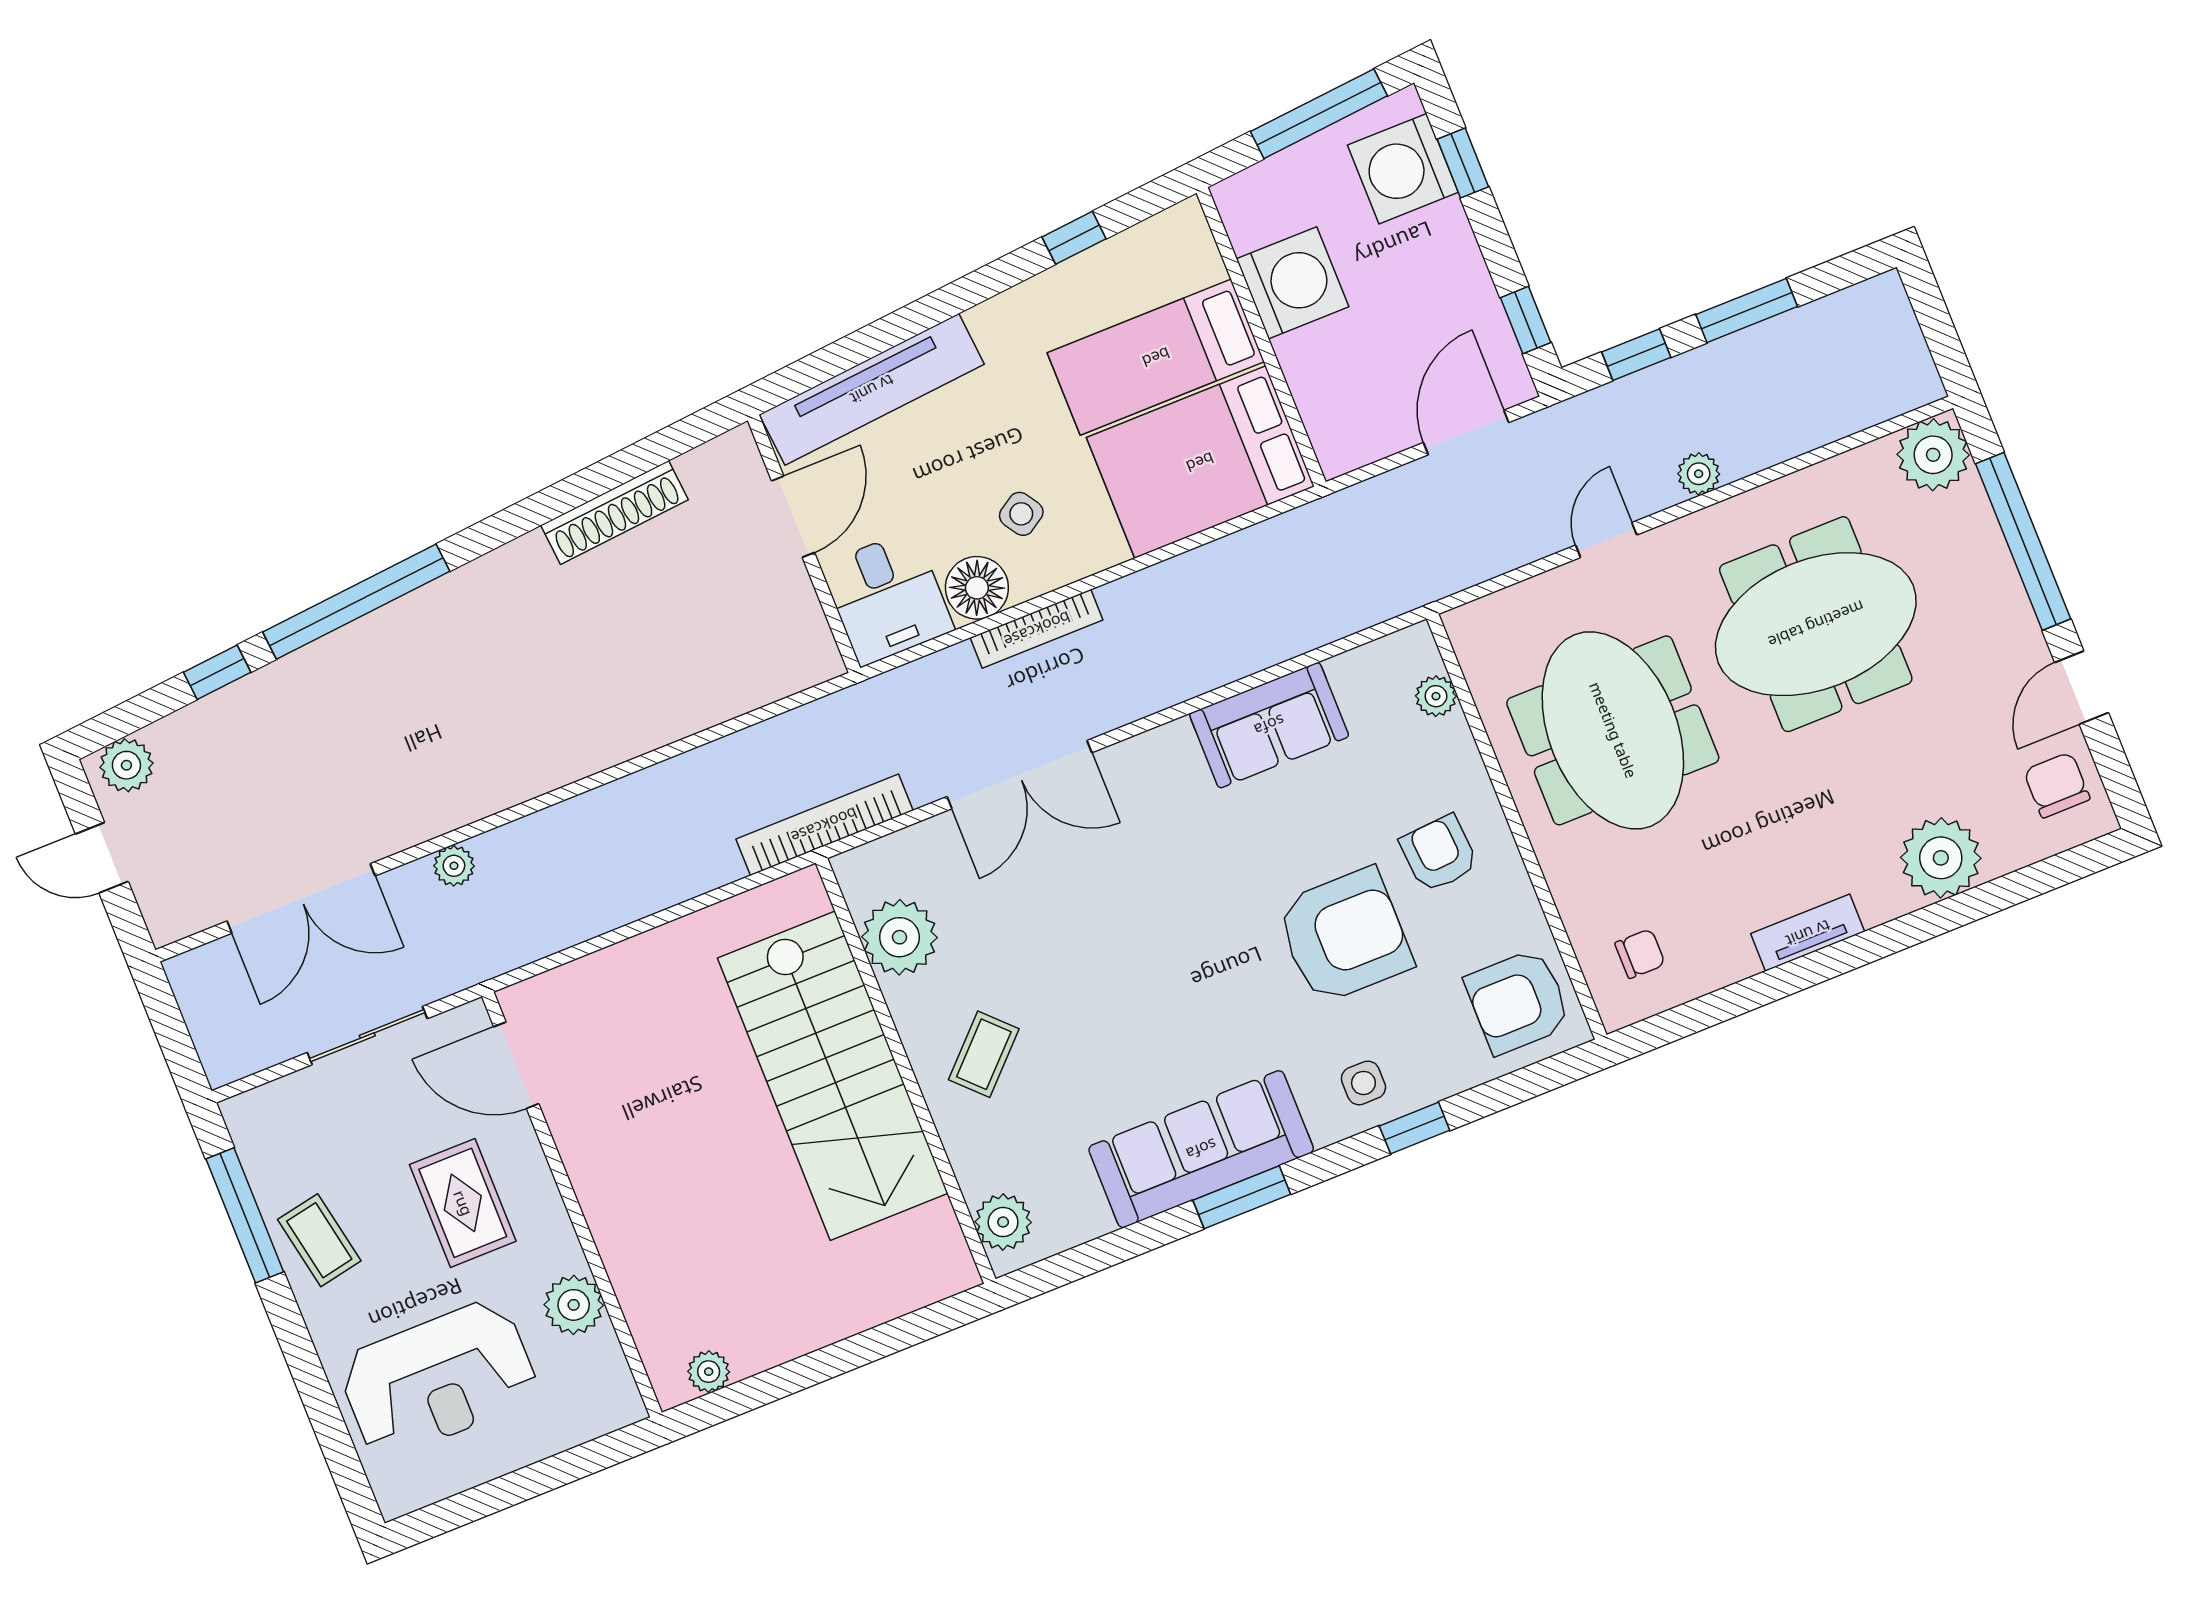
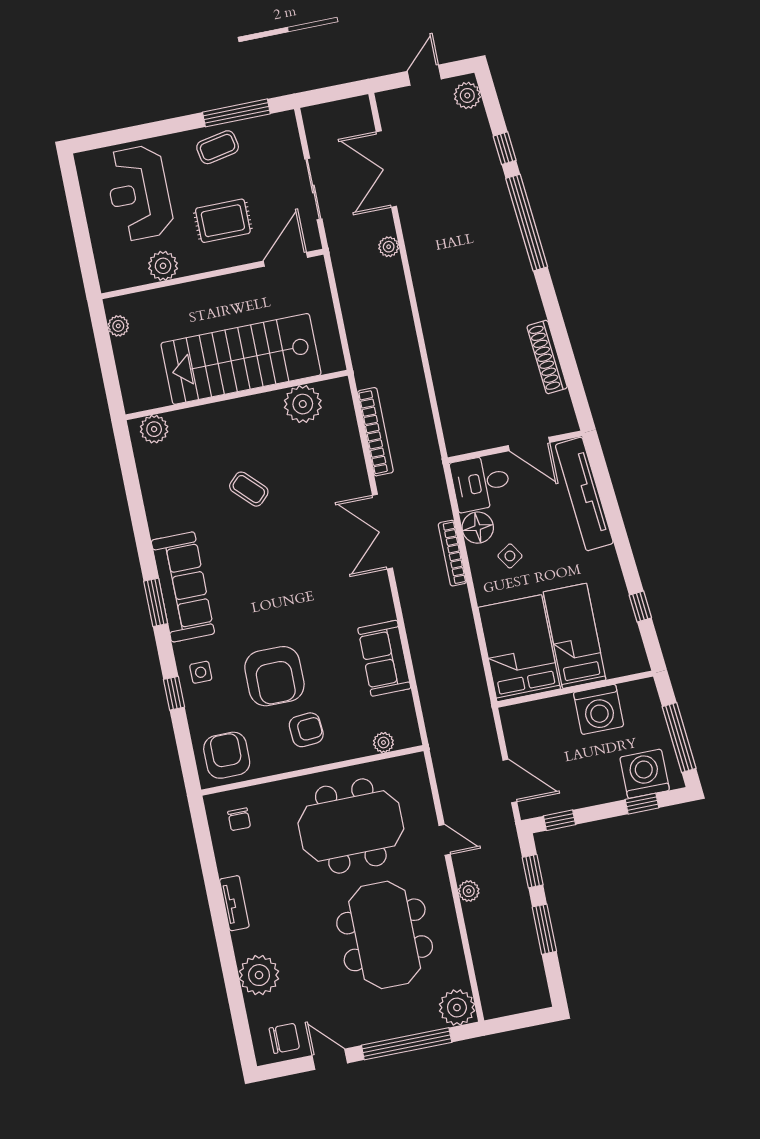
plant: (900, 937) -> (303, 404), moved
wall: (906, 1071) -> (237, 395), moved
stairs: (833, 1076) -> (241, 359), moved
plant: (1003, 1222) -> (154, 429), moved

